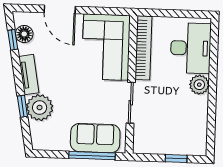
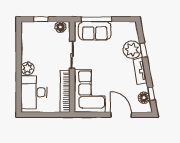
floor lamp: (147, 146) -> (60, 27), added

